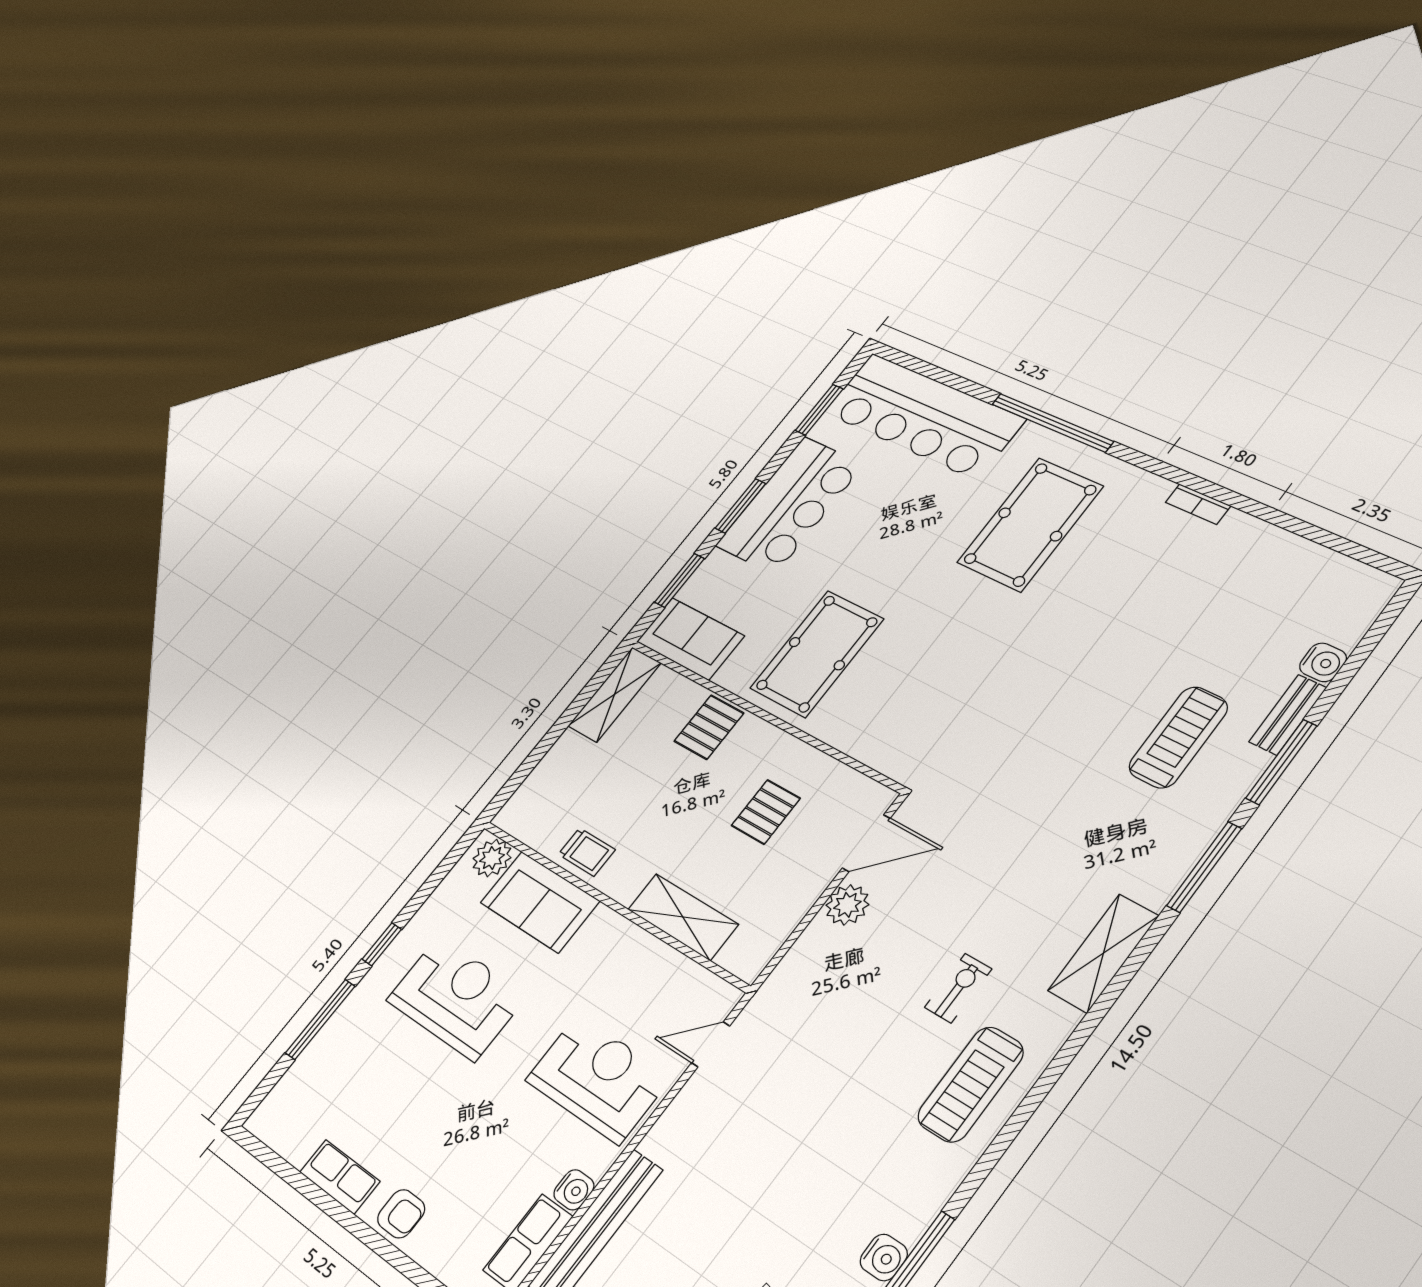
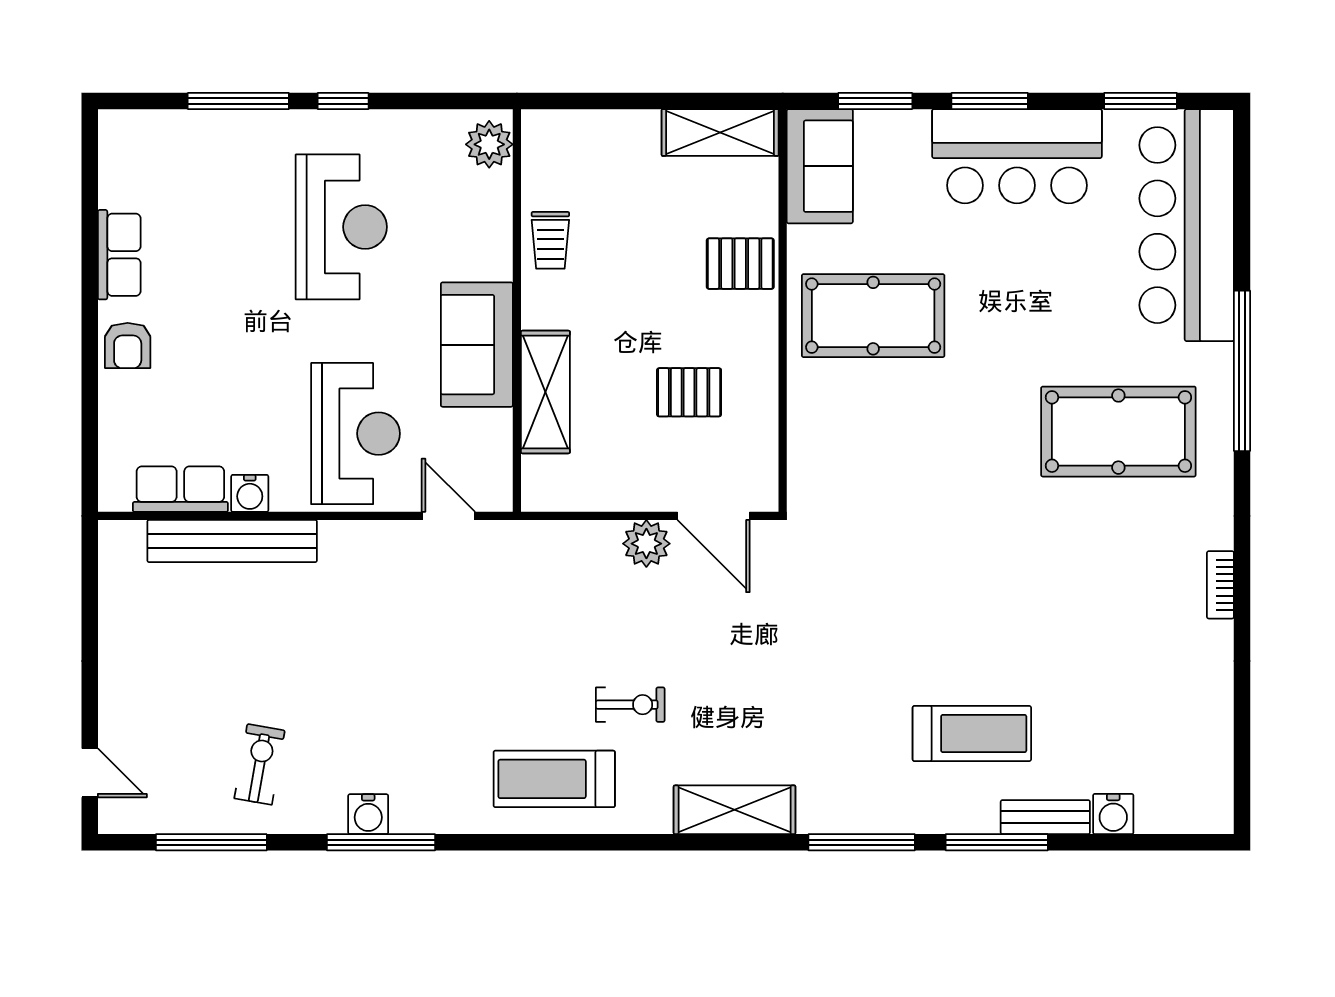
sofa: (540, 902) -> (477, 345), moved

